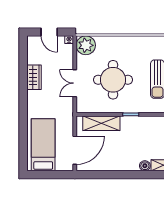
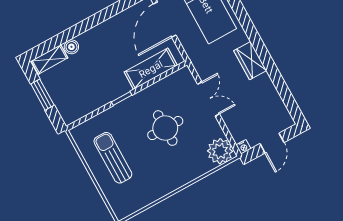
door: (49, 32) -> (272, 143), swing flipped
wardrobe: (34, 77) -> (250, 61), moved
round table: (113, 80) -> (165, 128), width x0.73, depth x0.73

